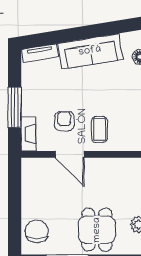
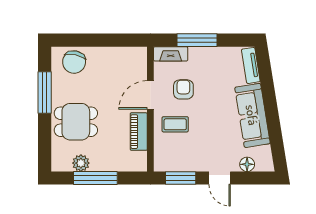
armchair: (64, 121) -> (183, 89), turned -90
piano: (107, 166) -> (139, 132), added
chair: (37, 231) -> (74, 62), turned 102

